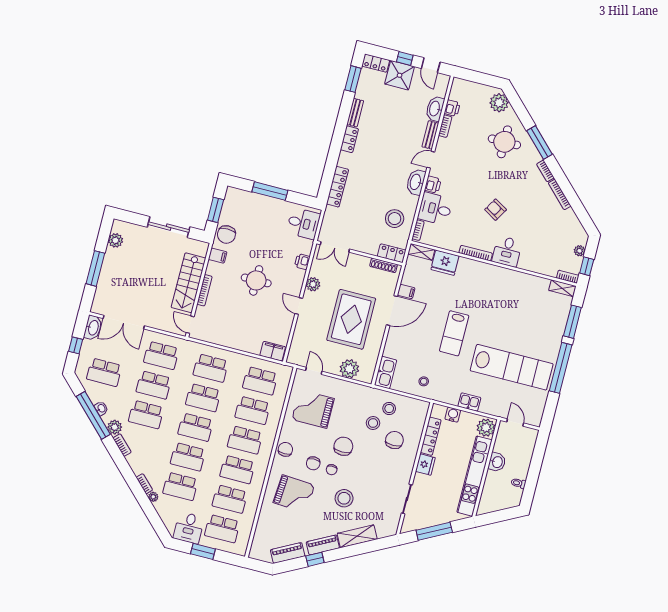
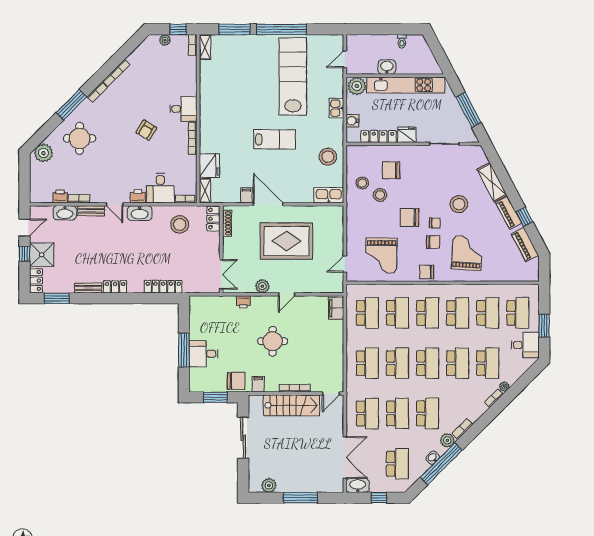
desk: (303, 223) -> (204, 354), moved, turned -90
plant: (349, 369) -> (334, 231), removed
stool: (424, 381) -> (328, 157), width x1.89, depth x1.89

